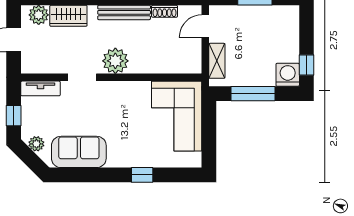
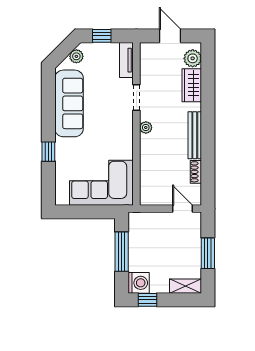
plant: (115, 61) -> (146, 127), width x0.53, depth x0.53
shelving: (217, 61) -> (186, 286), moved
sofa: (79, 152) -> (69, 103), width x1.36

